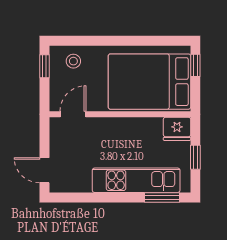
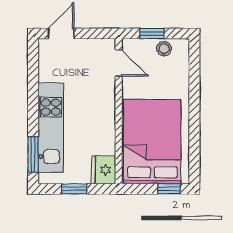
stool: (73, 61) -> (164, 49), moved
window: (44, 66) -> (152, 33), moved

